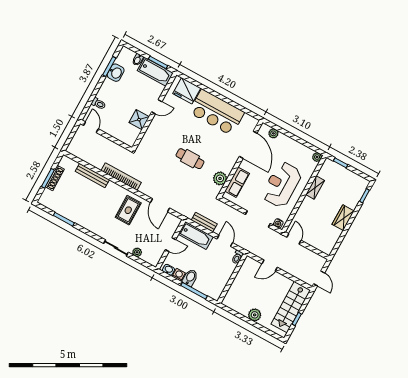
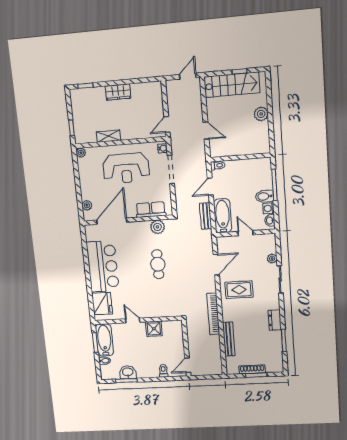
dresser: (85, 223) -> (275, 320), added

